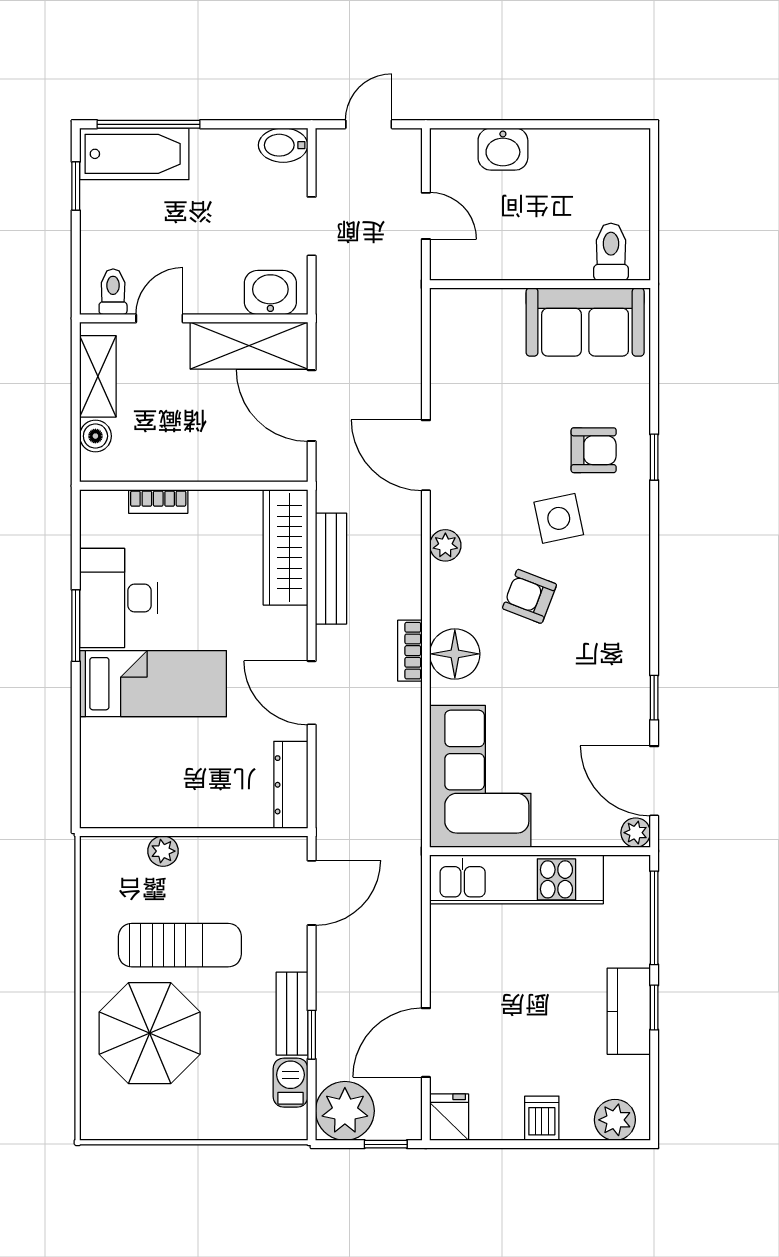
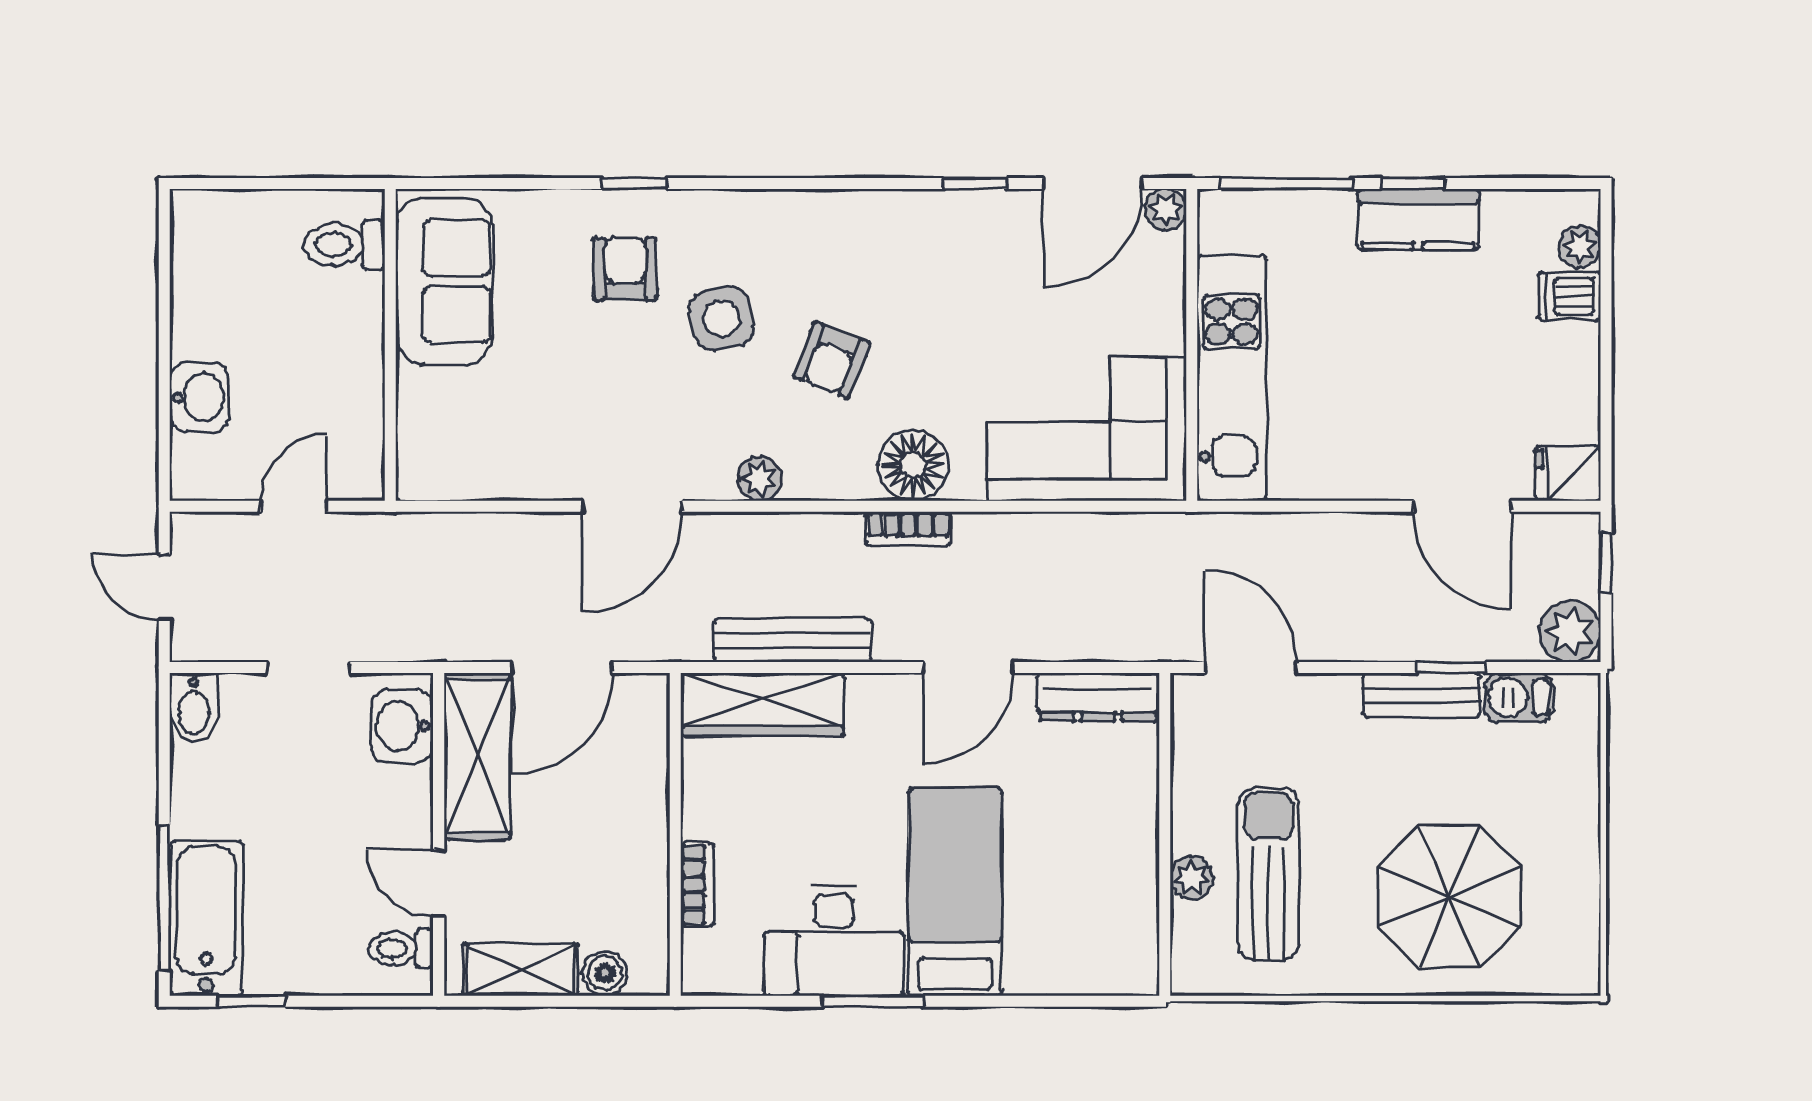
sun lounger: (180, 945) -> (1269, 874), moved
plant: (345, 1111) -> (1570, 632), width x0.73, depth x0.73
dishwasher: (542, 1118) -> (1569, 296), moved
plant: (615, 1120) -> (1580, 247), width x0.73, depth x0.73

